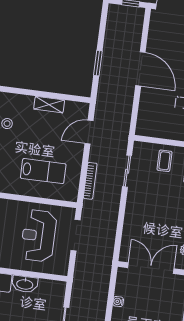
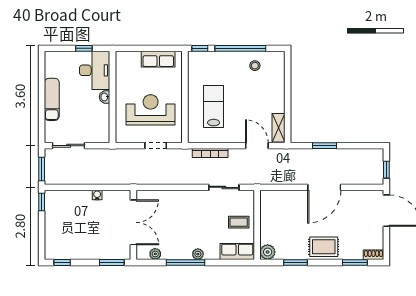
shelving: (49, 105) -> (278, 128), moved
lab bench: (43, 171) -> (214, 106), turned 180
doorway: (76, 235) -> (156, 146), width x0.73
washbasin: (25, 284) -> (105, 97), width x0.52, depth x0.69

